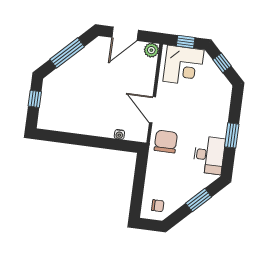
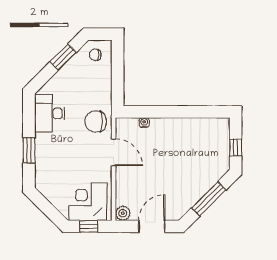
window: (222, 63) -> (49, 210), removed
window: (232, 135) -> (29, 150), moved
chair: (166, 142) -> (96, 122), turned 90
window: (199, 200) -> (63, 57), moved

